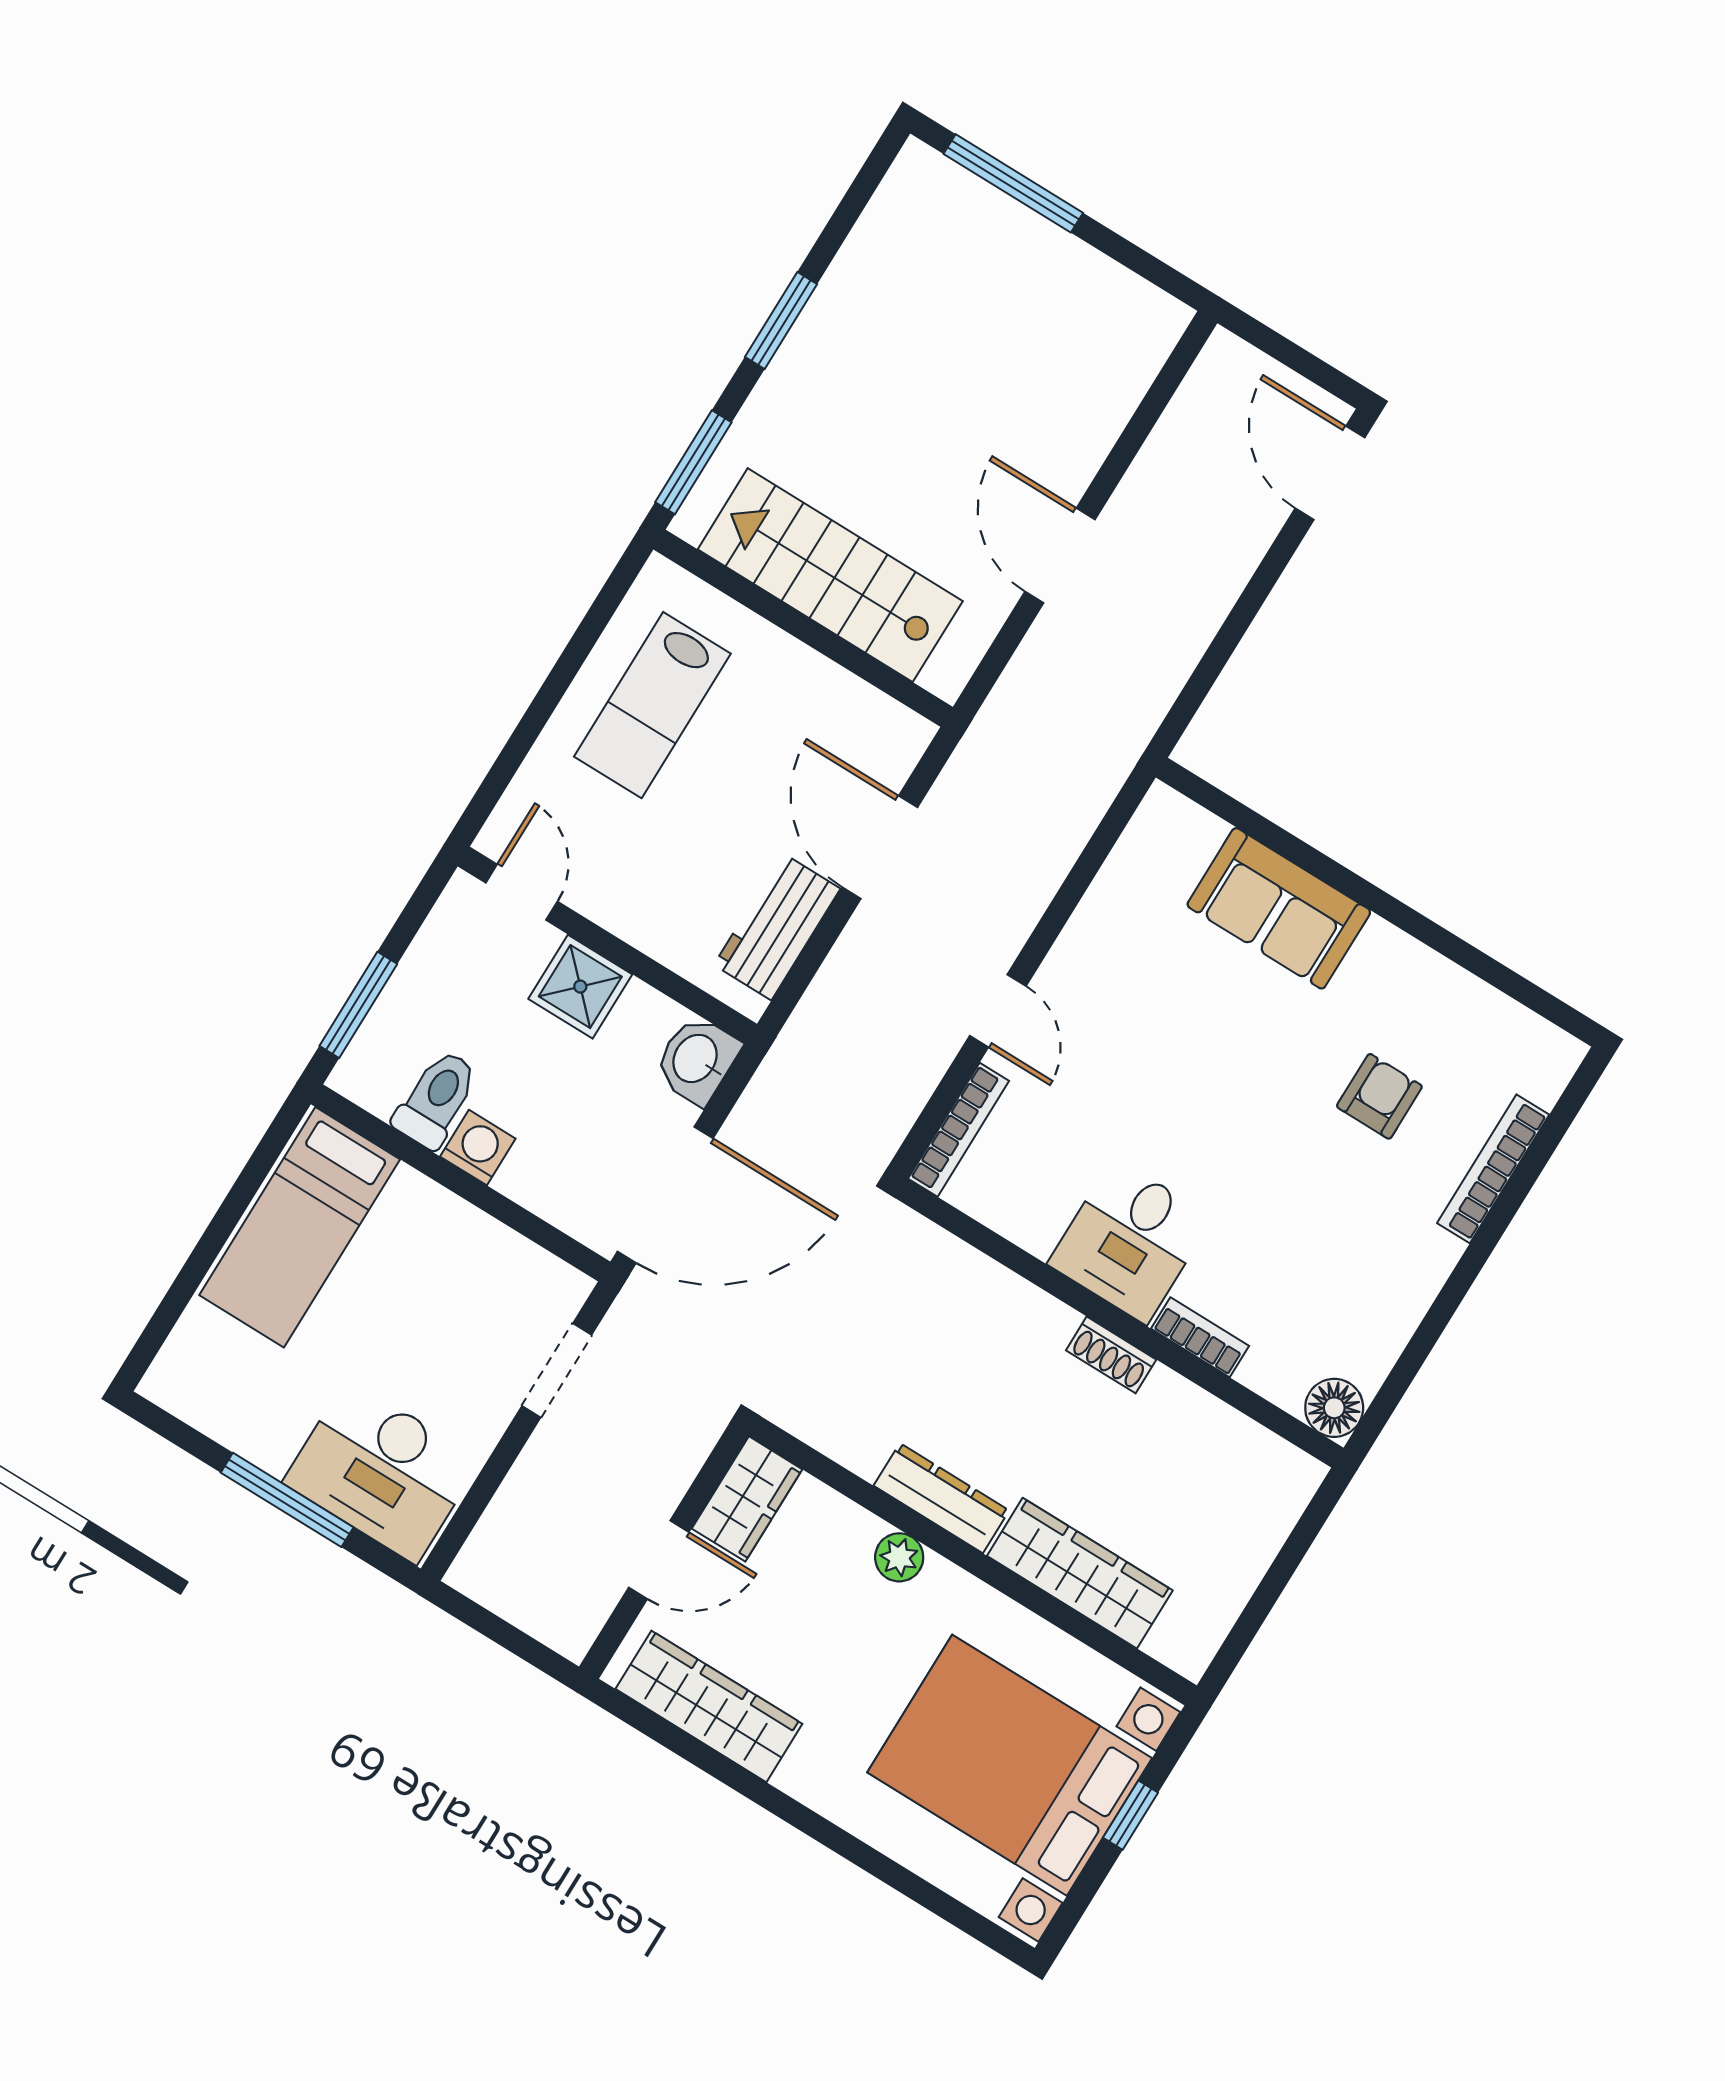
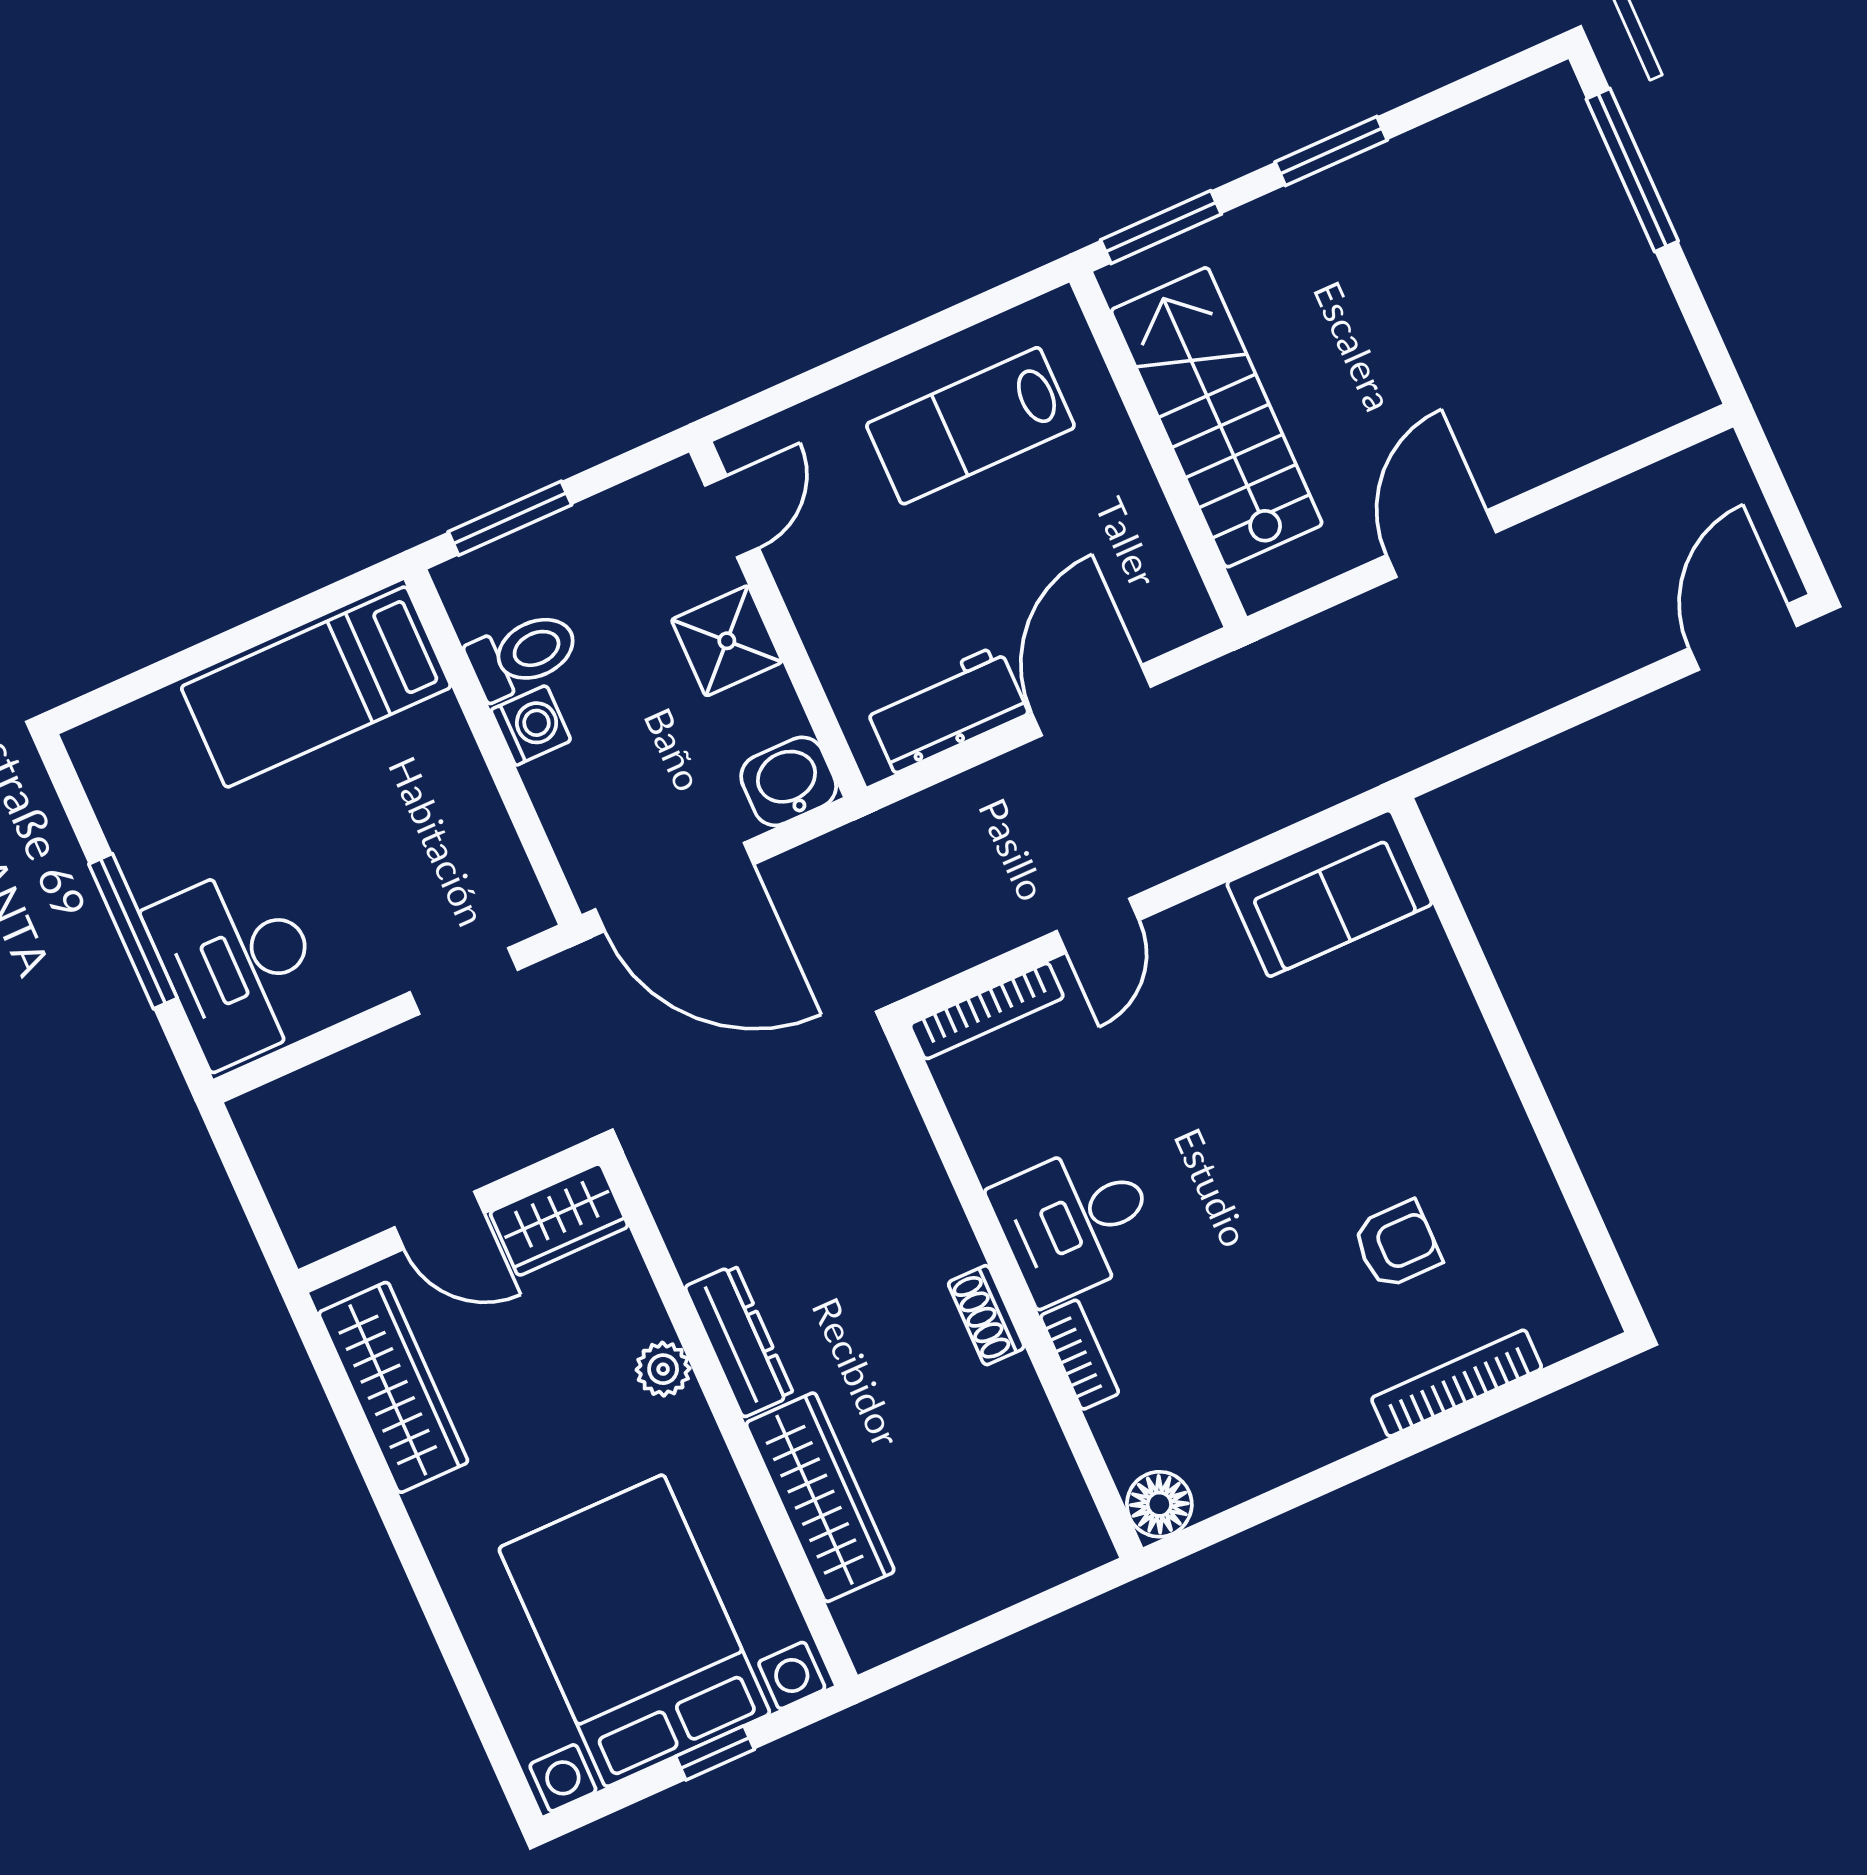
sofa: (1279, 908) -> (1329, 893), moved, turned -90

